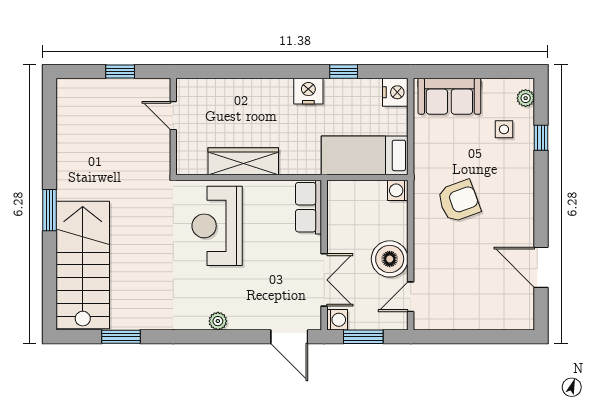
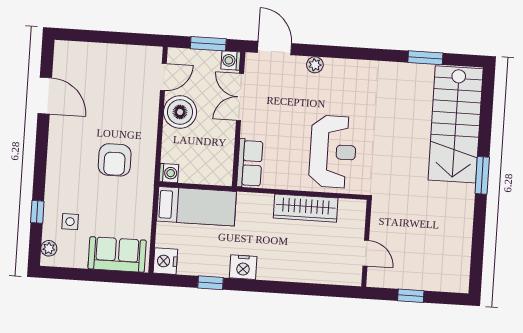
armchair: (459, 201) -> (115, 160), turned -70
plant: (218, 321) -> (315, 65), moved

